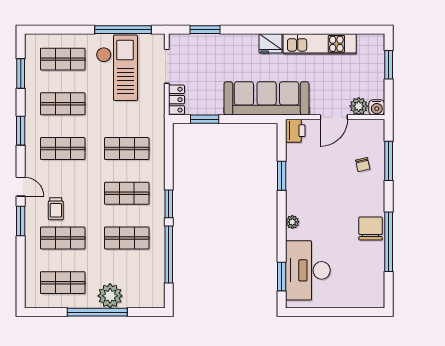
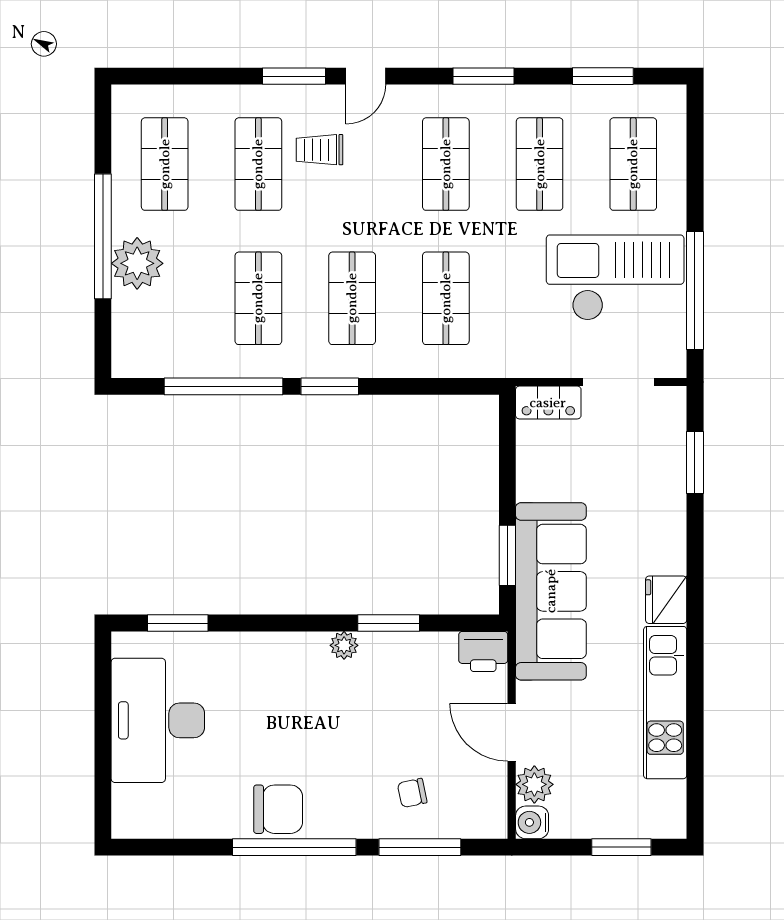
checkout: (117, 68) -> (615, 278), turned 180
window: (205, 119) -> (507, 555), moved
plant: (292, 222) -> (344, 645), moved
window: (389, 242) -> (294, 847), moved
desk: (308, 270) -> (158, 720), moved, turned -90

